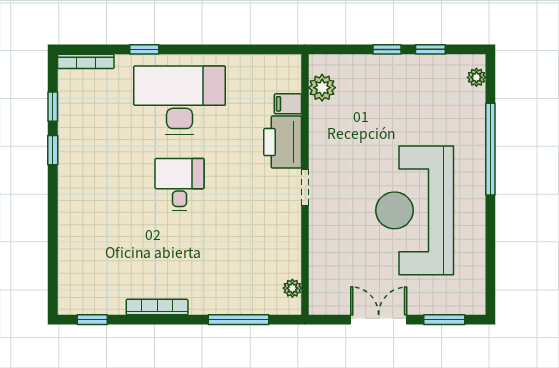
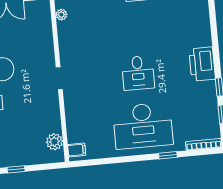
filing cabinet: (288, 104) -> (77, 150), moved
printer: (283, 142) -> (202, 64), moved, turned 180

